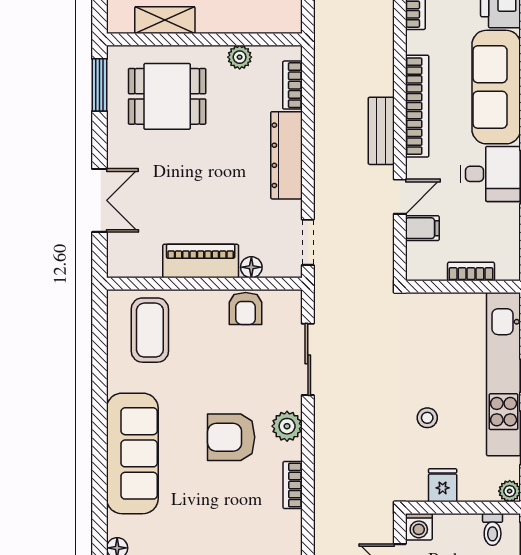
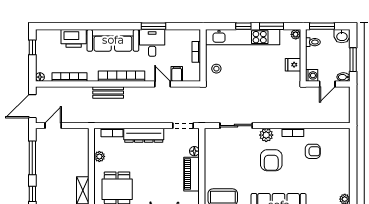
bench: (381, 131) -> (108, 92), moved
armchair: (246, 308) -> (313, 151), moved
stool: (427, 418) -> (216, 69), moved

